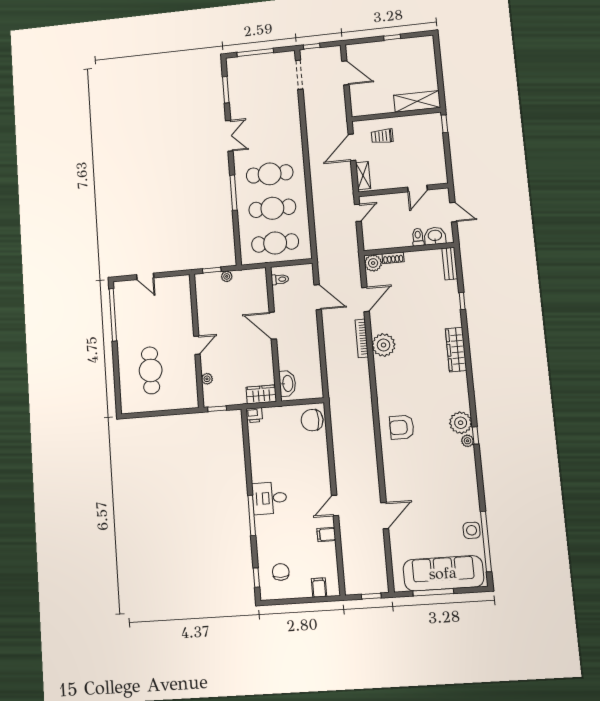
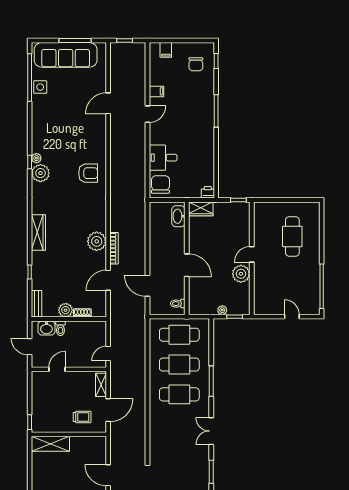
plant: (373, 263) -> (66, 310), moved
plant: (207, 379) -> (241, 274), moved, width x1.88, depth x1.88
chair: (312, 420) -> (160, 185), turned -90
desk: (269, 498) -> (163, 158), moved, turned 180

